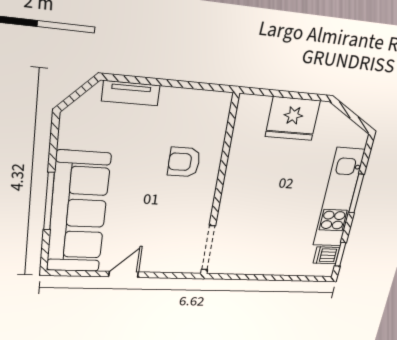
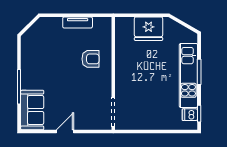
tv unit: (131, 93) -> (78, 22), moved
armchair: (184, 162) -> (90, 59), turned 180
sofa: (78, 213) -> (32, 110), width x0.54, depth x0.79

